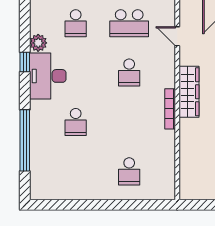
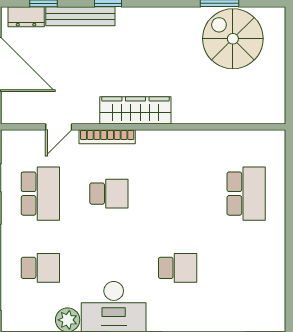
bookcase: (170, 109) -> (107, 137), moved
school desk: (129, 171) -> (246, 194), width x1.85

